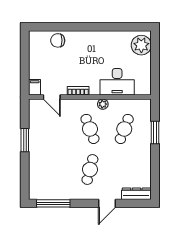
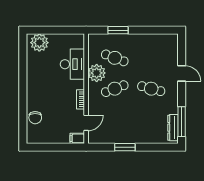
plant: (103, 104) -> (97, 73), width x1.87, depth x1.87
dresser: (136, 194) -> (173, 128), moved

